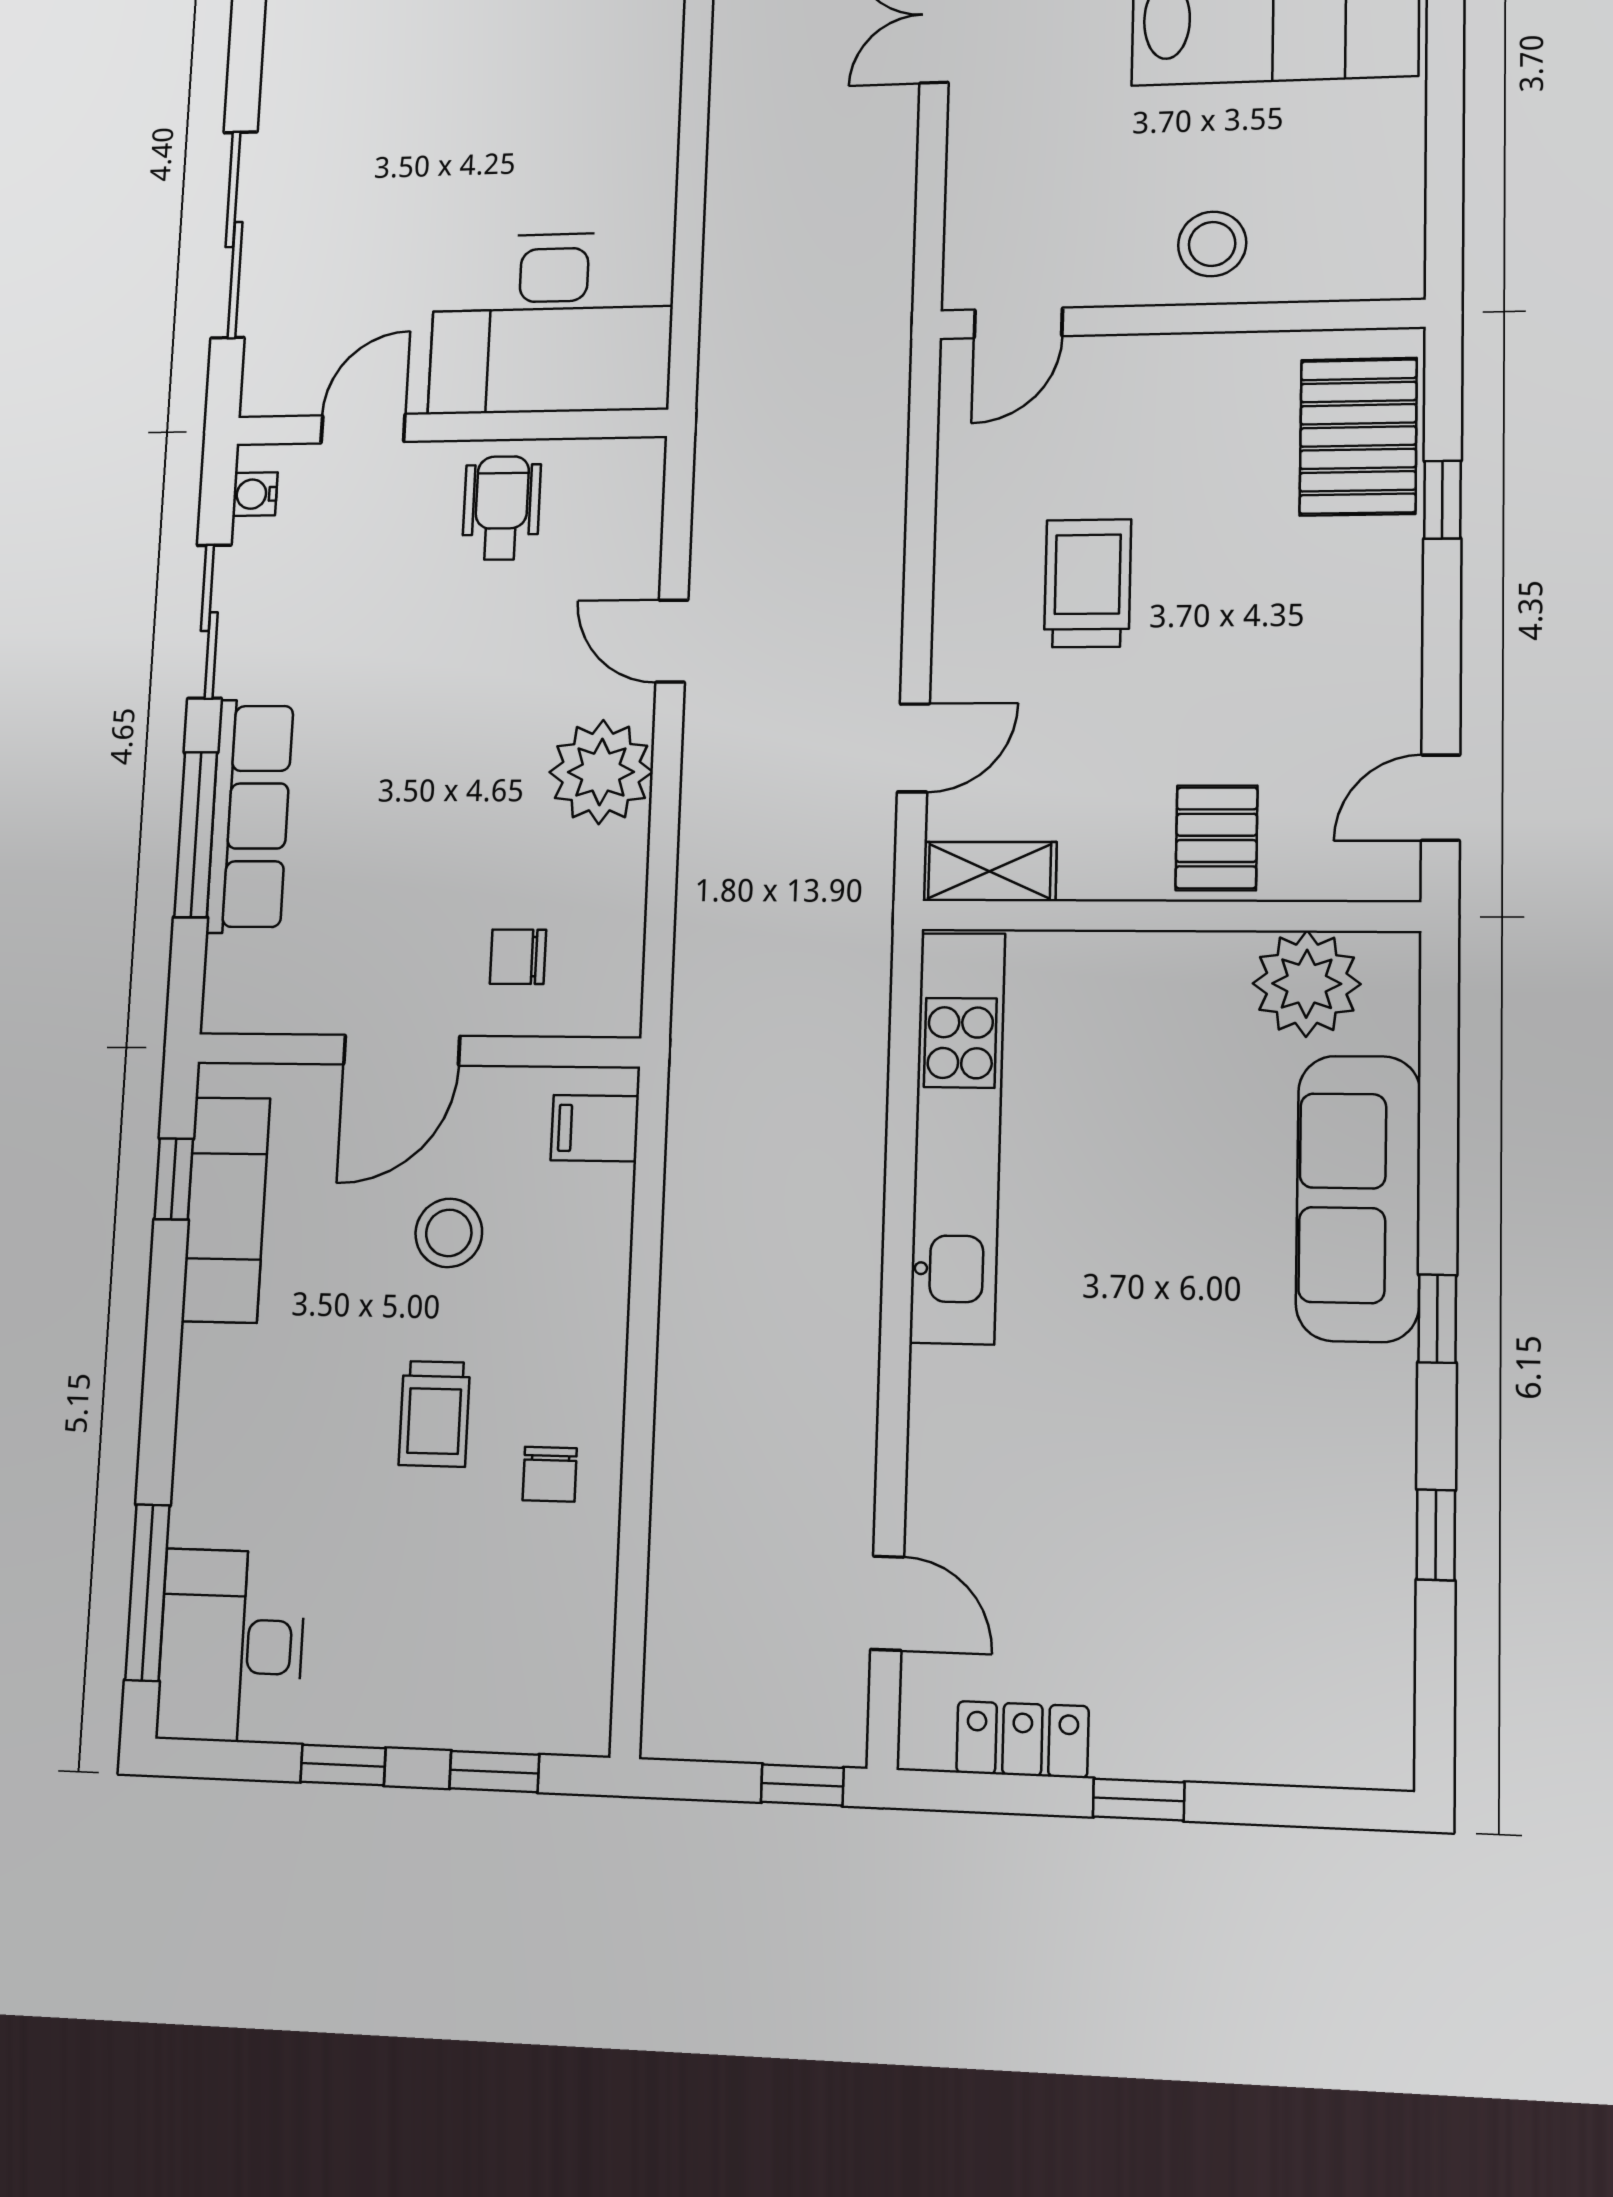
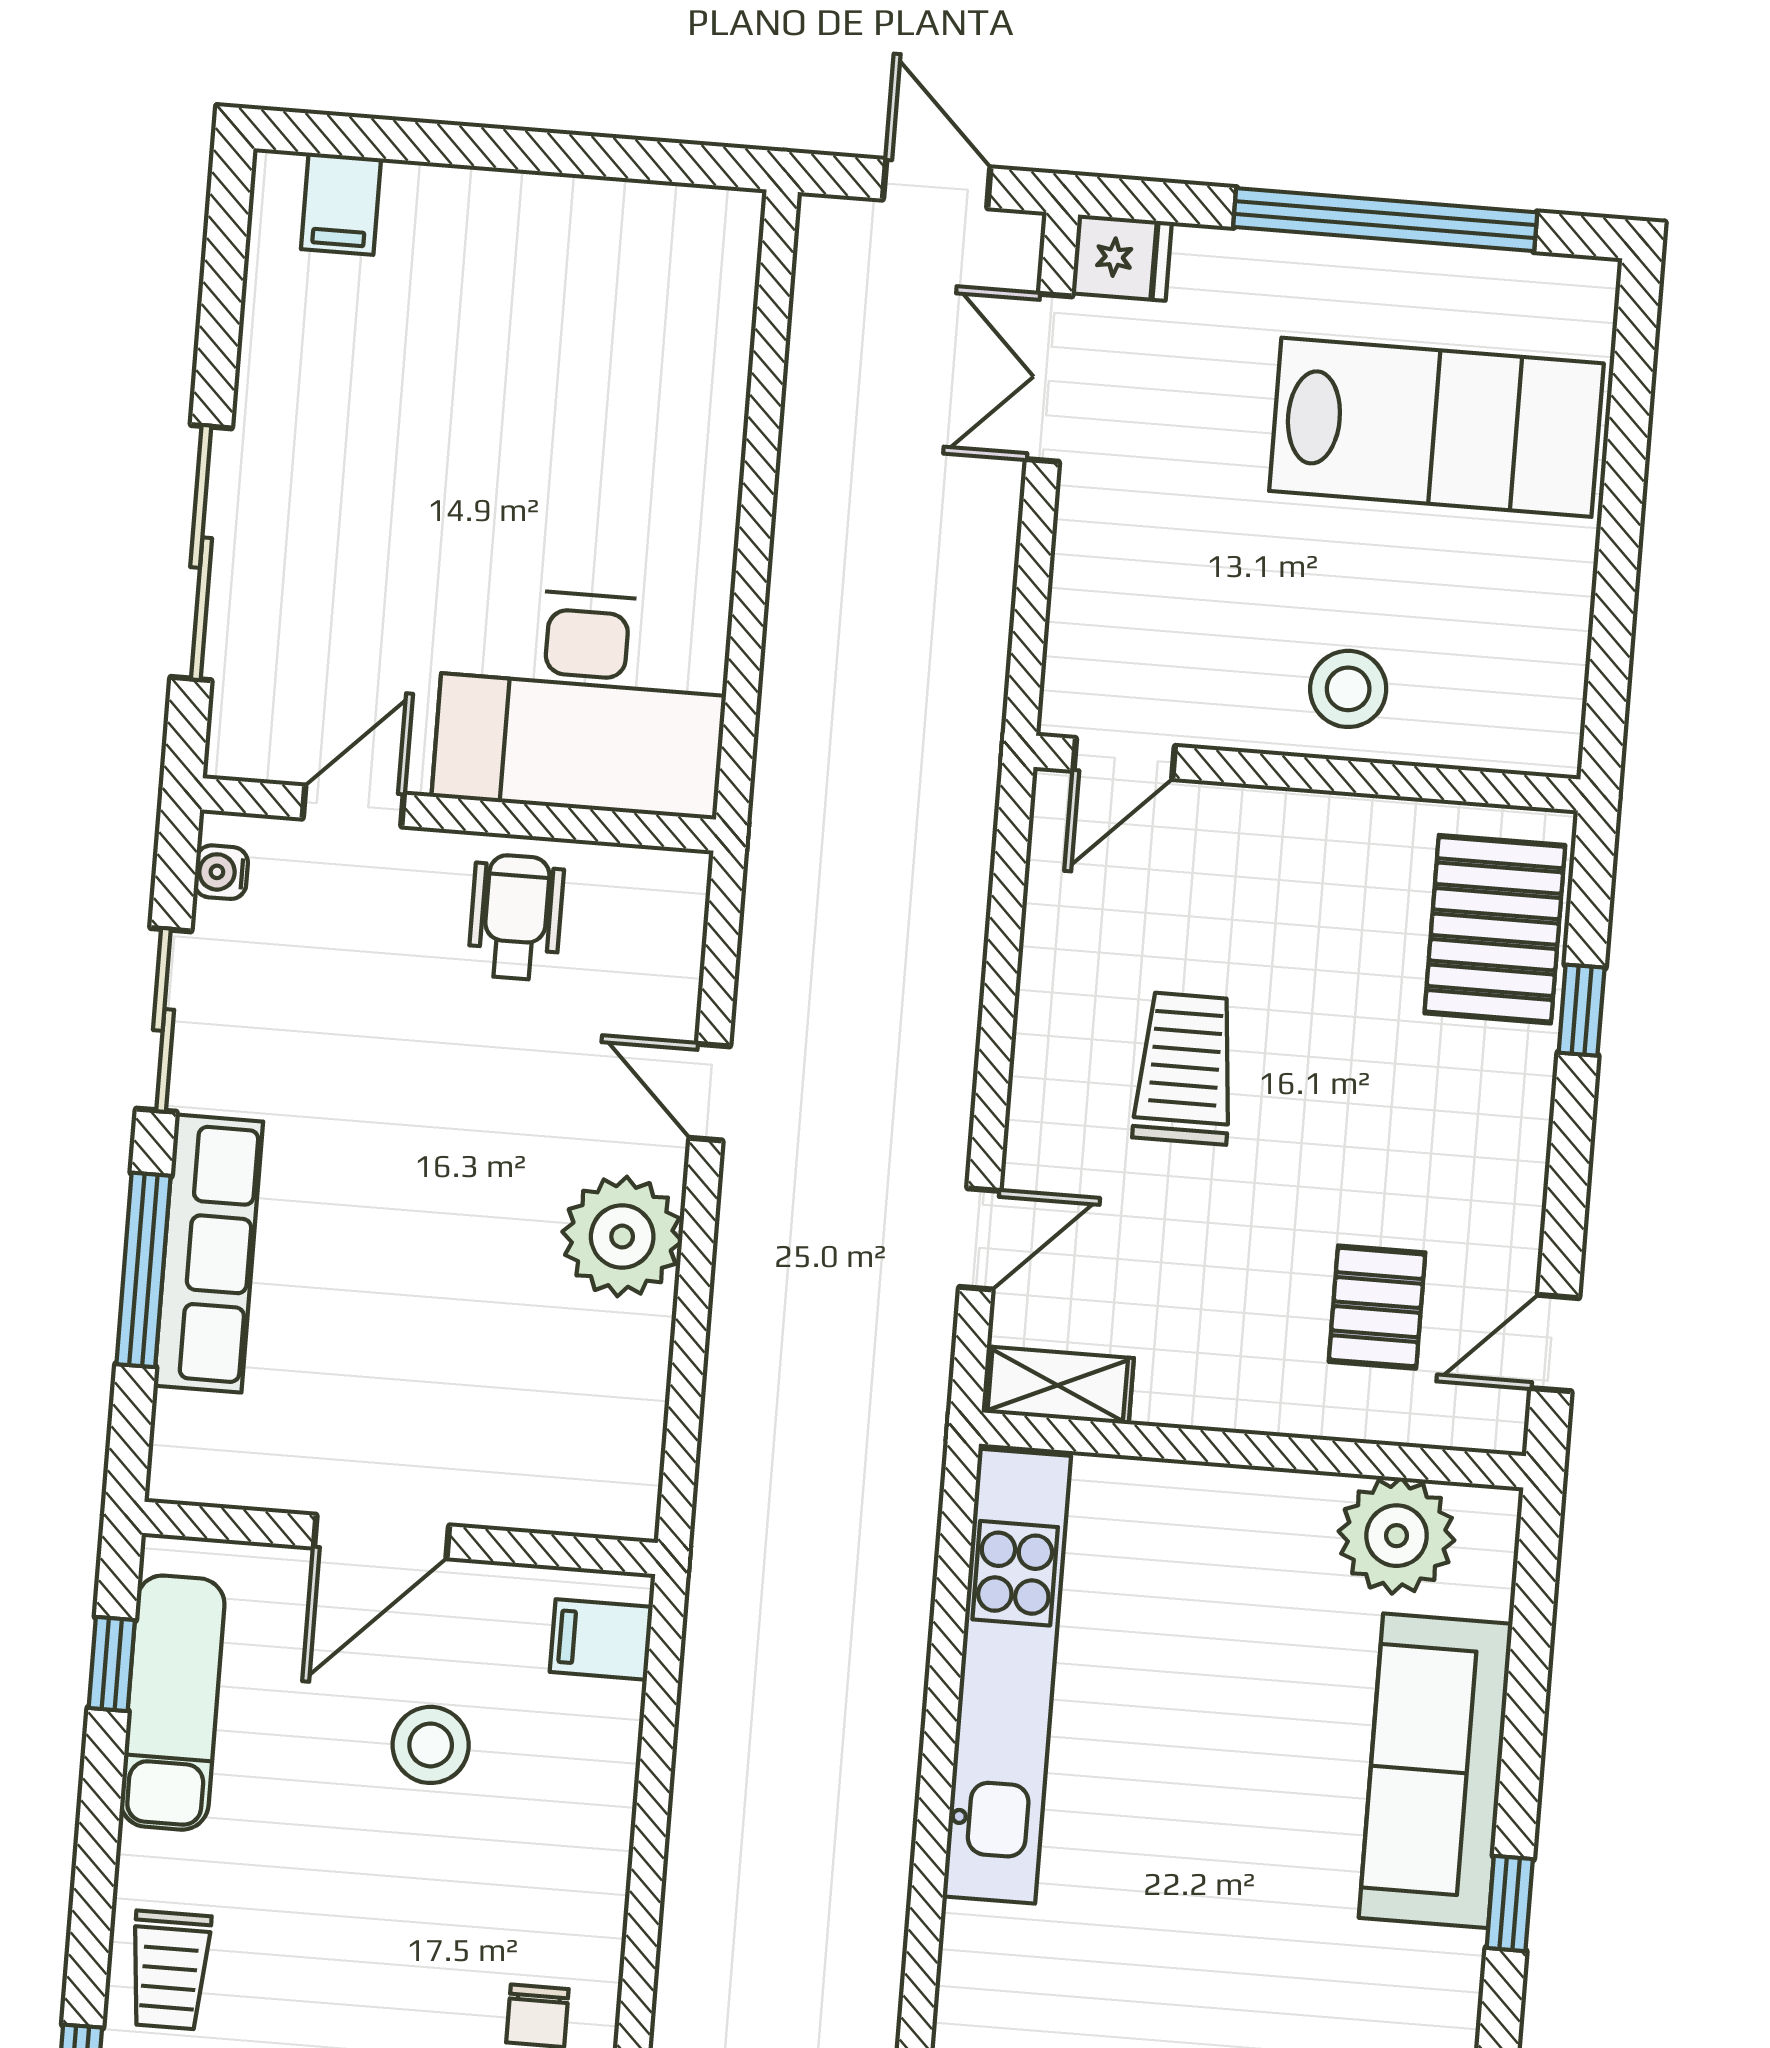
pallet: (1216, 838) -> (1377, 1307), moved
chair: (518, 957) -> (519, 1440), removed
trolley: (434, 1414) -> (170, 1970), moved

